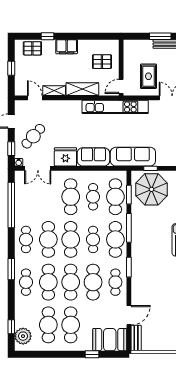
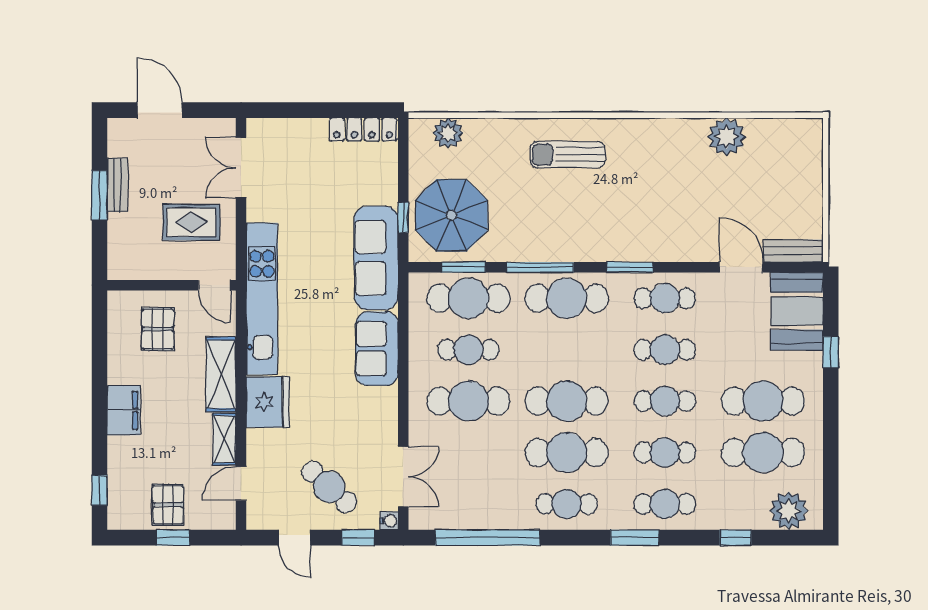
window: (47, 36) -> (99, 490), moved
pallet: (32, 48) -> (168, 505), moved
fridge: (65, 157) -> (268, 402), moved, turned 180
cafe table: (93, 239) -> (567, 350), removed
cafe table: (48, 282) -> (665, 452), width x0.73, depth x0.74
cafe table: (71, 282) -> (665, 401), width x0.73, depth x0.74
cafe table: (93, 282) -> (665, 350), width x0.73, depth x0.74
window: (11, 327) -> (735, 538), moved

